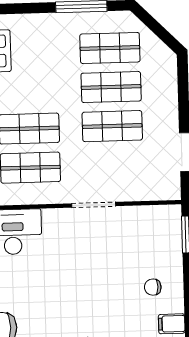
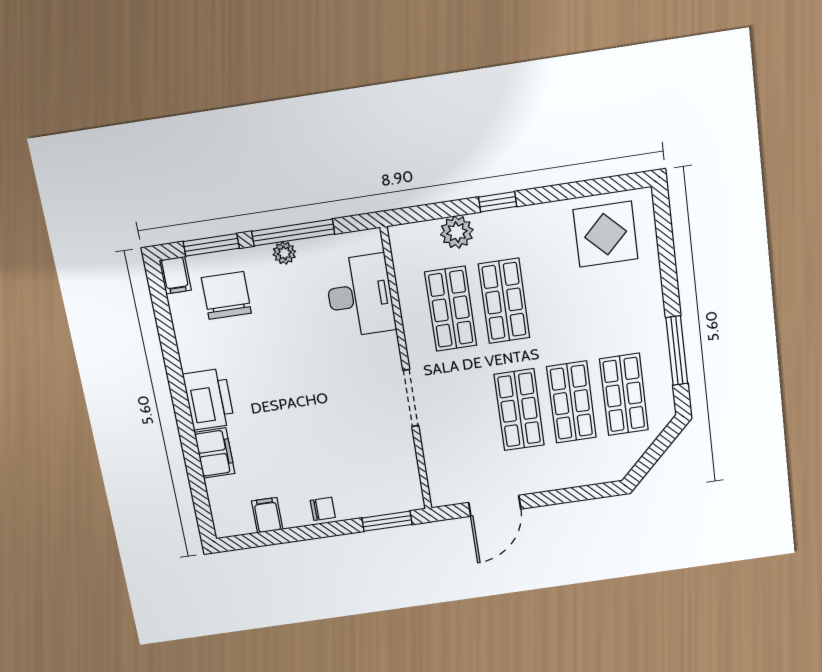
chair: (153, 287) -> (323, 509), moved, turned 90

